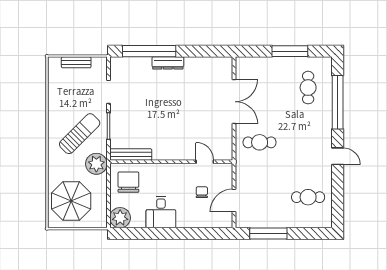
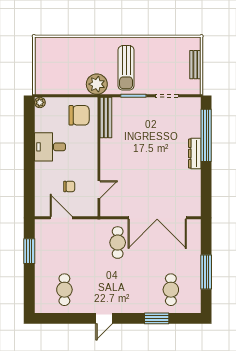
cafe table: (308, 88) -> (171, 290), turned 90
double door: (234, 102) -> (157, 218), width x1.36
window: (338, 102) -> (157, 318), width x0.47
sun lounger: (80, 134) -> (126, 68), turned 45
parasol: (71, 201) -> (61, 60), removed
plant: (120, 218) -> (40, 102), width x0.53, depth x0.53
window: (268, 233) -> (29, 251), width x0.69

